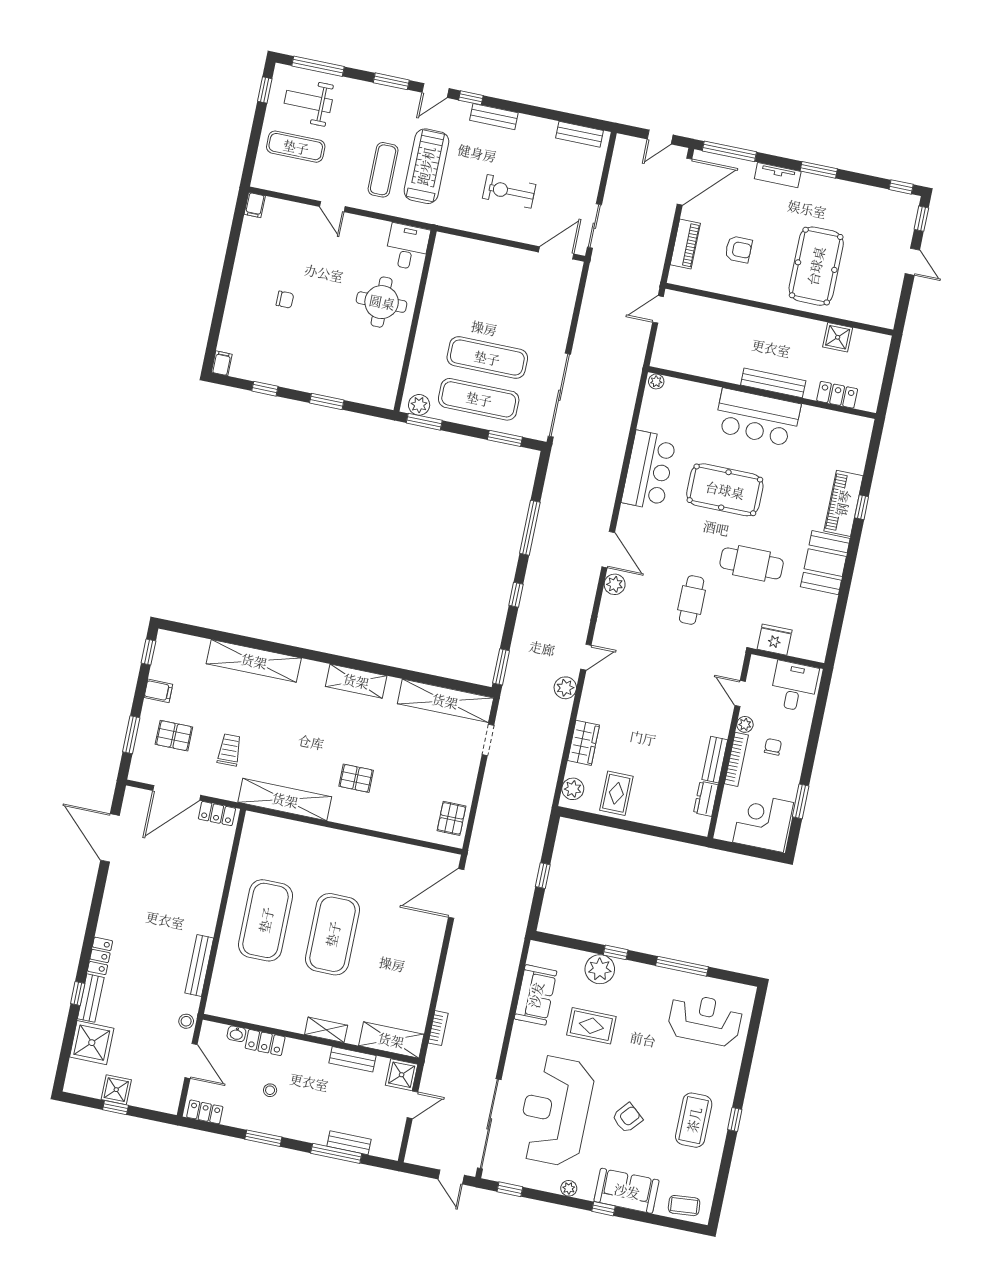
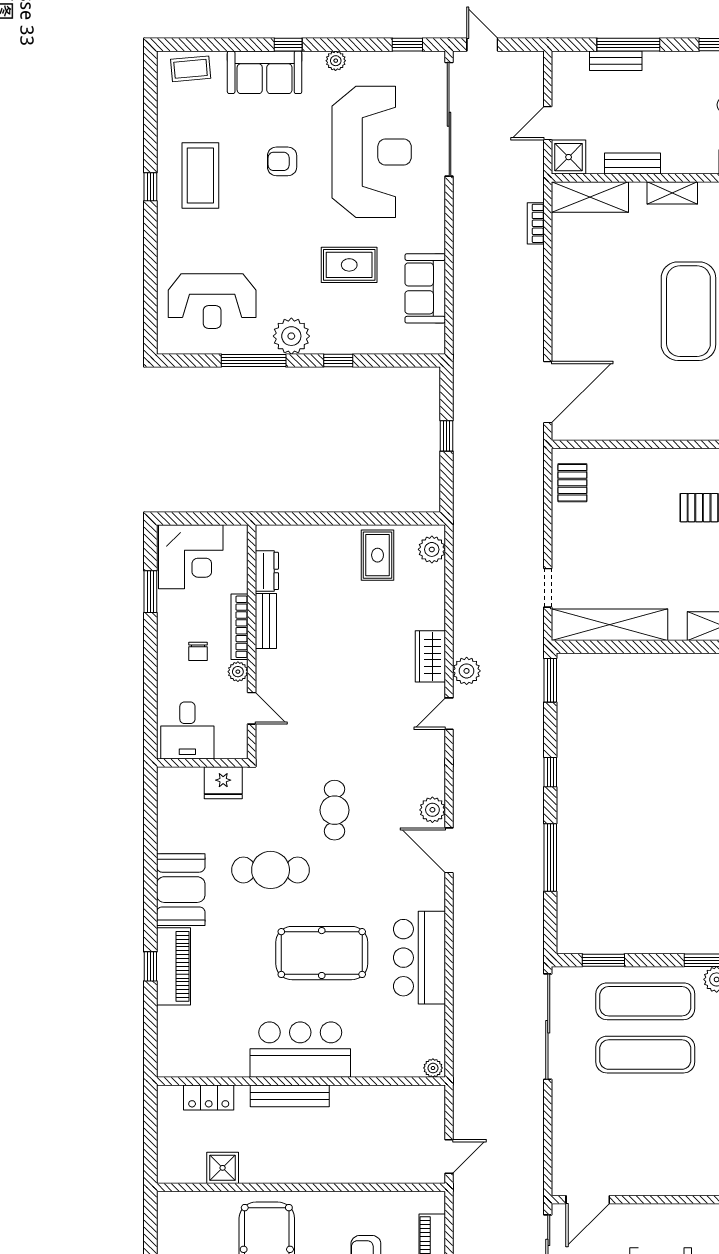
wardrobe: (584, 743) -> (430, 656), moved
plant: (600, 969) -> (291, 336), moved
armchair: (627, 1118) -> (282, 161), turned 49

